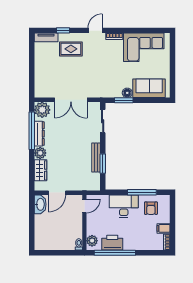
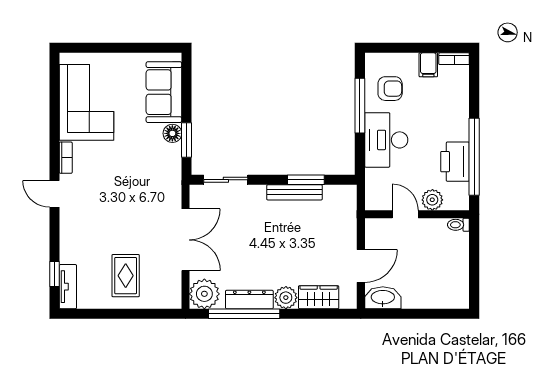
window: (63, 30) -> (54, 274), moved
rug: (71, 49) -> (126, 276), moved
door: (57, 193) -> (361, 266), hinge flipped
door: (84, 206) -> (405, 214), moved
plant: (92, 241) -> (432, 200), moved

